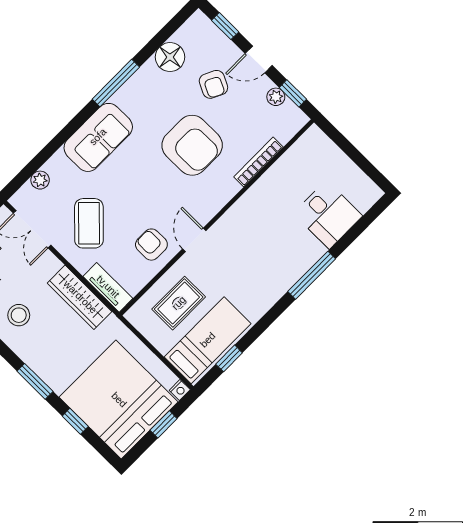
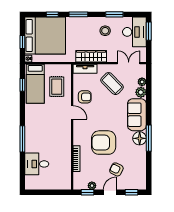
floor lamp: (170, 57) -> (140, 138), moved
plant: (58, 166) -> (141, 92), added

